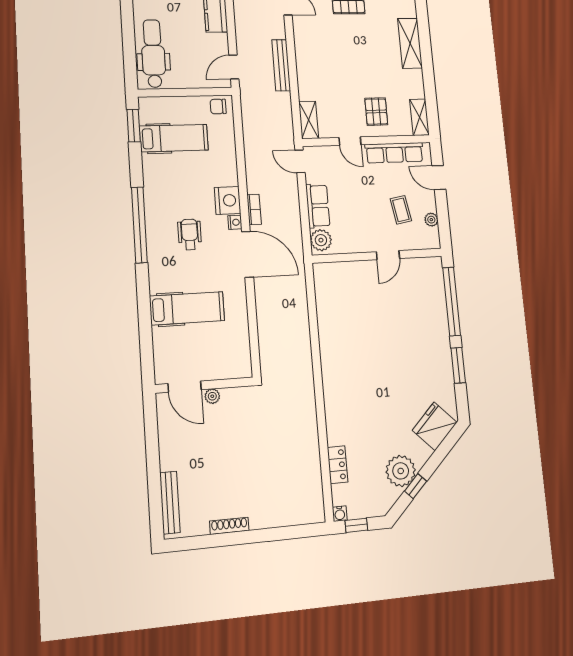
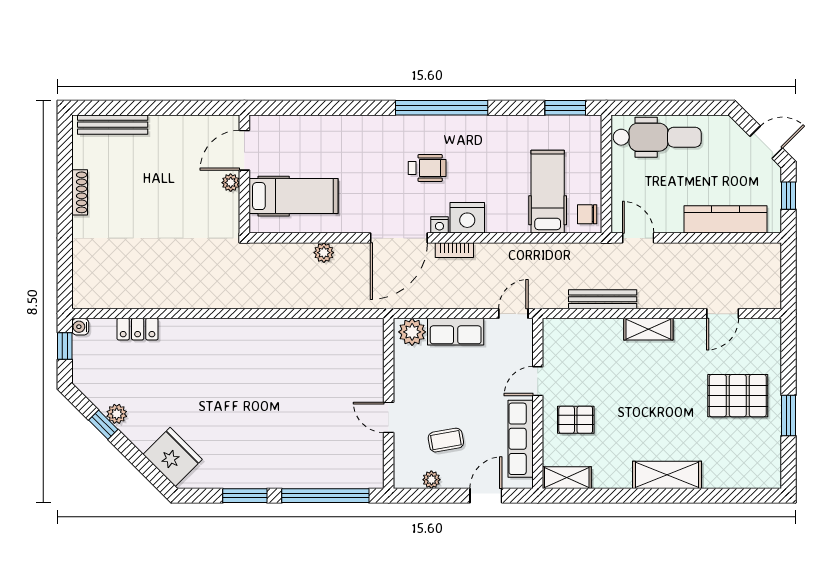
bench: (281, 65) -> (603, 299), moved
chair: (218, 106) -> (587, 214), turned -90
shelving: (309, 120) -> (648, 329), moved
hospital bed: (174, 138) -> (548, 192), moved, turned 180
hospital bed: (187, 308) -> (293, 196), moved, turned -90
plant: (264, 315) -> (324, 253), added
plant: (401, 471) -> (117, 414), width x0.53, depth x0.53

